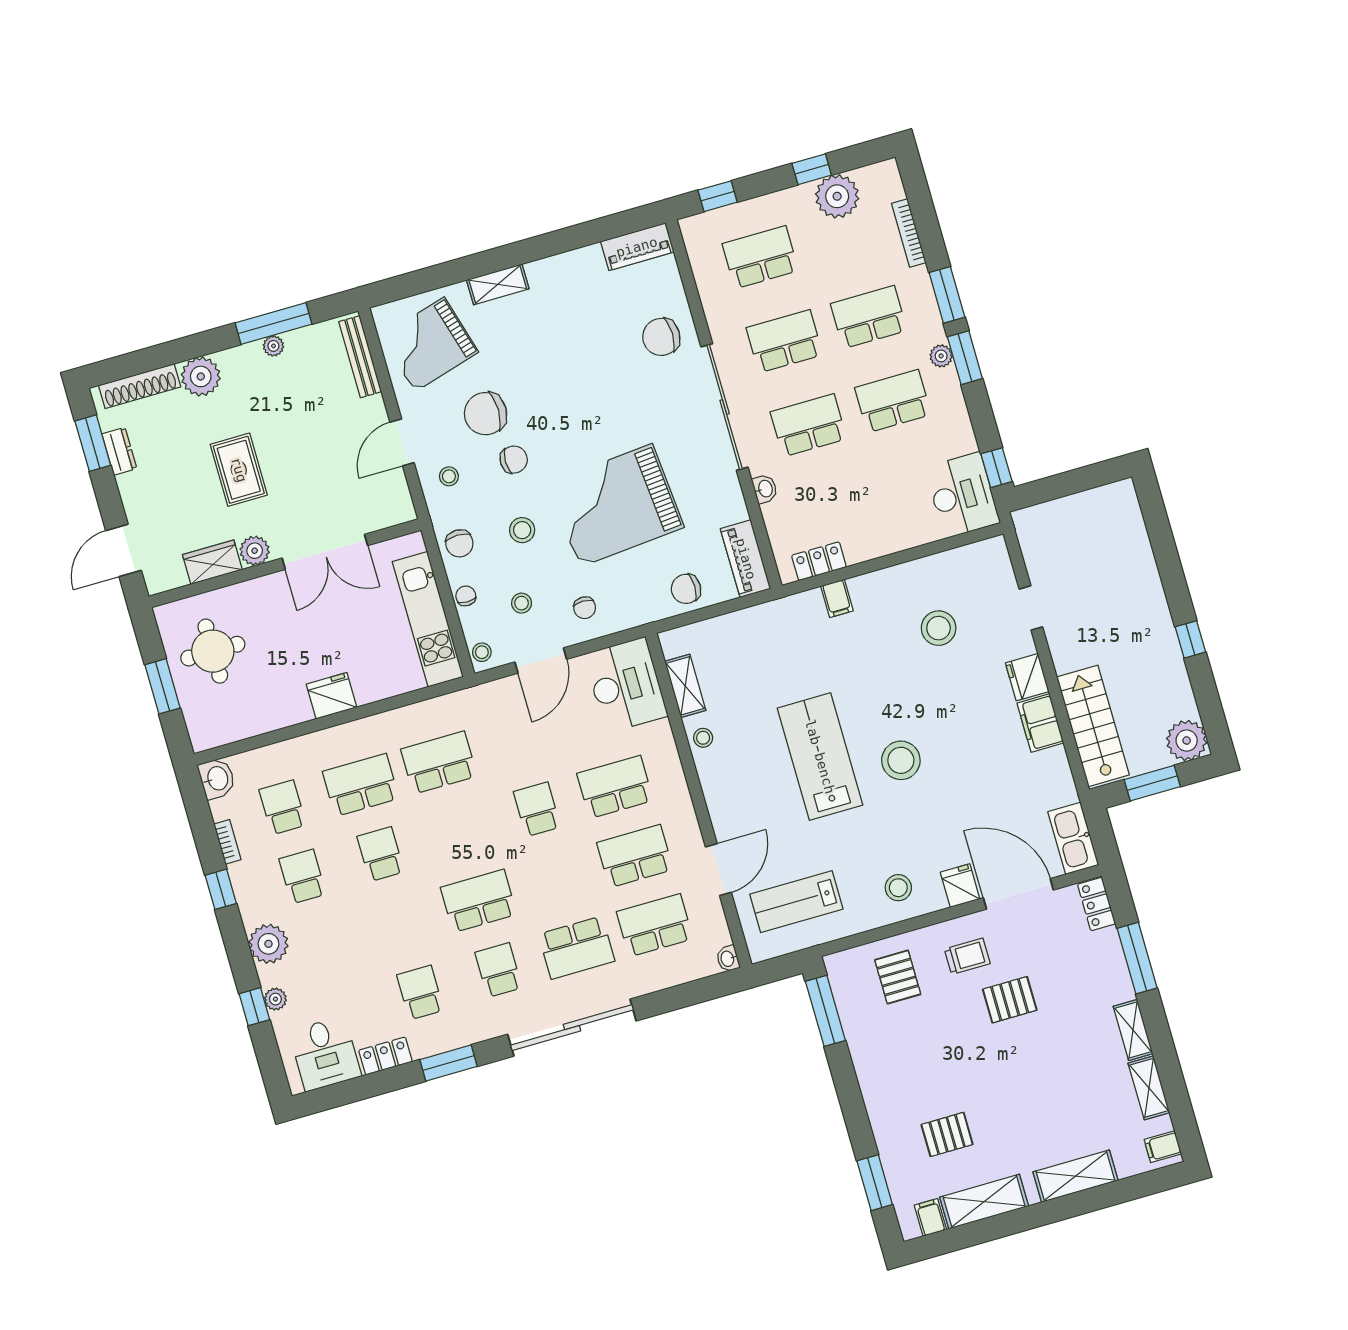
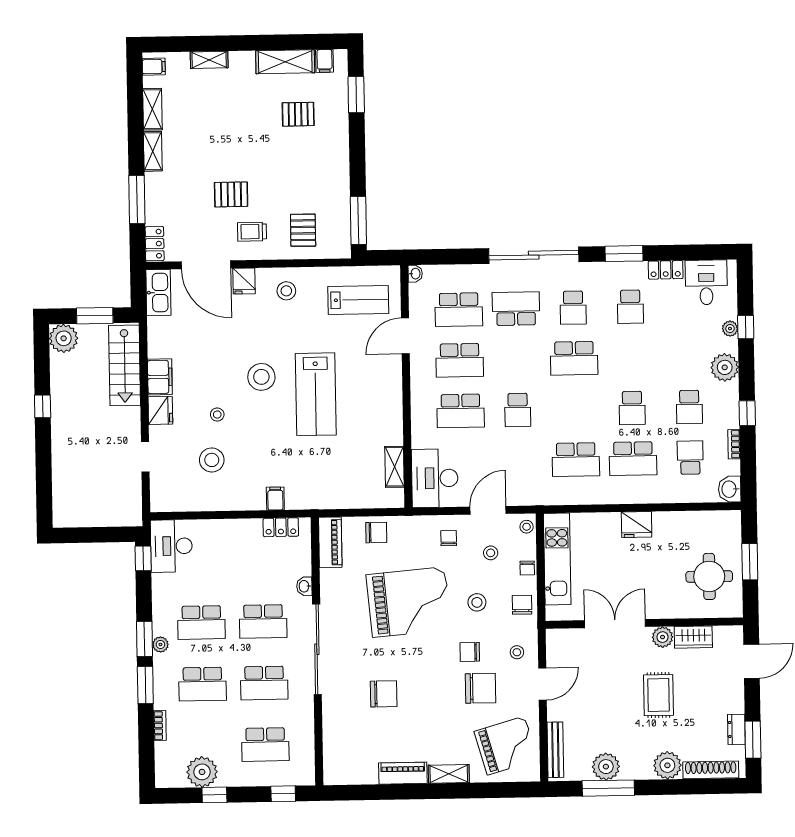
bookcase: (909, 233) -> (160, 725), width x0.64
piano: (637, 247) -> (403, 773), moved
chair: (661, 337) -> (384, 694), moved
plant: (273, 346) -> (606, 767), width x1.88, depth x1.88
stool: (703, 738) -> (217, 415), moved
school desk: (283, 807) -> (690, 458), turned 180
shelving: (1076, 1176) -> (209, 60), width x0.67, depth x0.75

